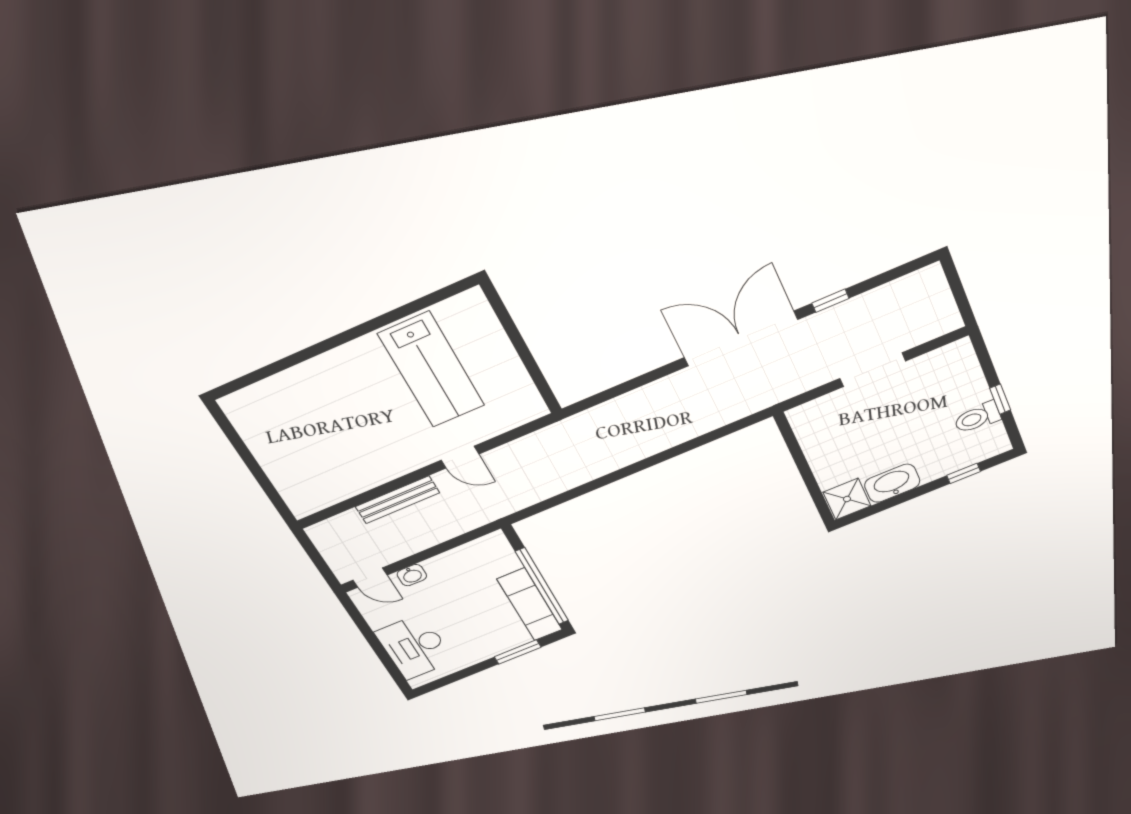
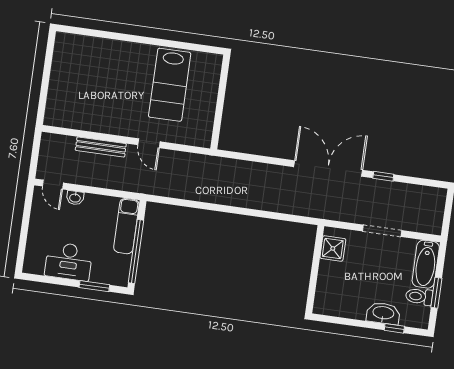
bathtub: (963, 374) -> (426, 264), added
window: (1000, 399) -> (436, 293), width x1.50
washbasin: (892, 483) -> (383, 313), moved
shower: (847, 499) -> (333, 248), moved
exam couch: (530, 604) -> (126, 226), moved
desk: (414, 647) -> (69, 261), moved, turned -90

